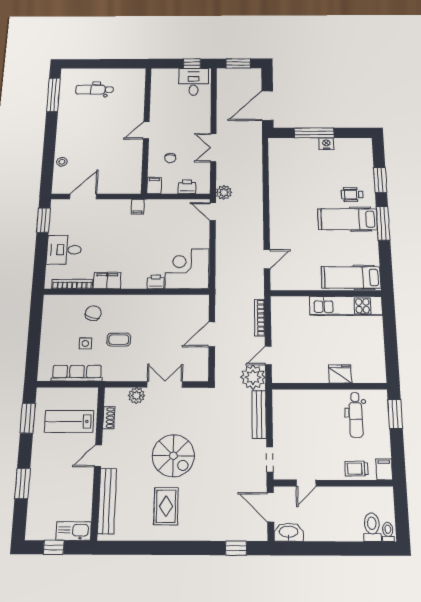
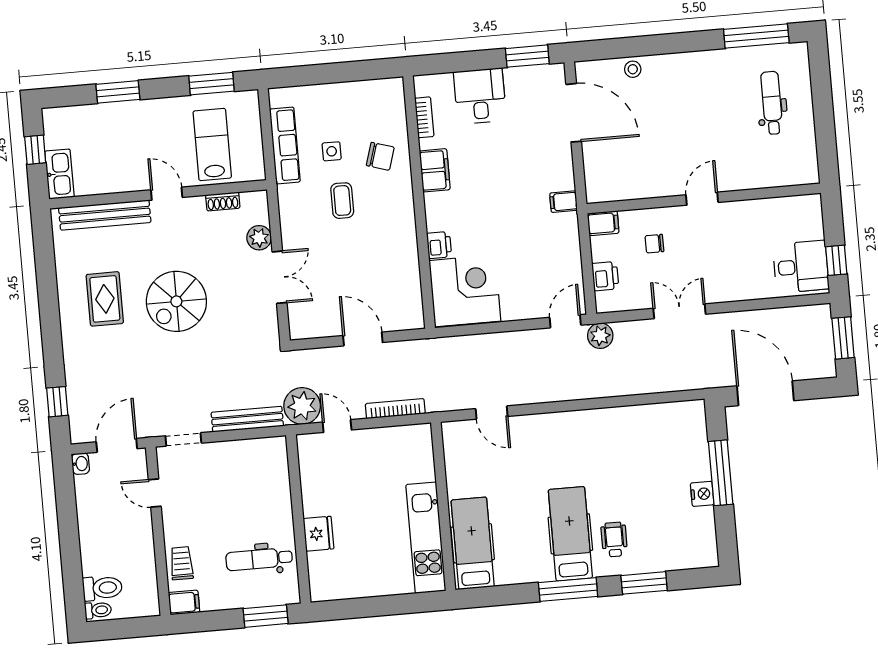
door: (146, 130) -> (702, 199), hinge flipped
door: (83, 197) -> (574, 113), width x1.36
bookcase: (72, 284) -> (424, 117), width x0.64
rug: (166, 506) -> (105, 299), turned 90
washbasin: (289, 532) -> (81, 464), width x0.52, depth x0.69

